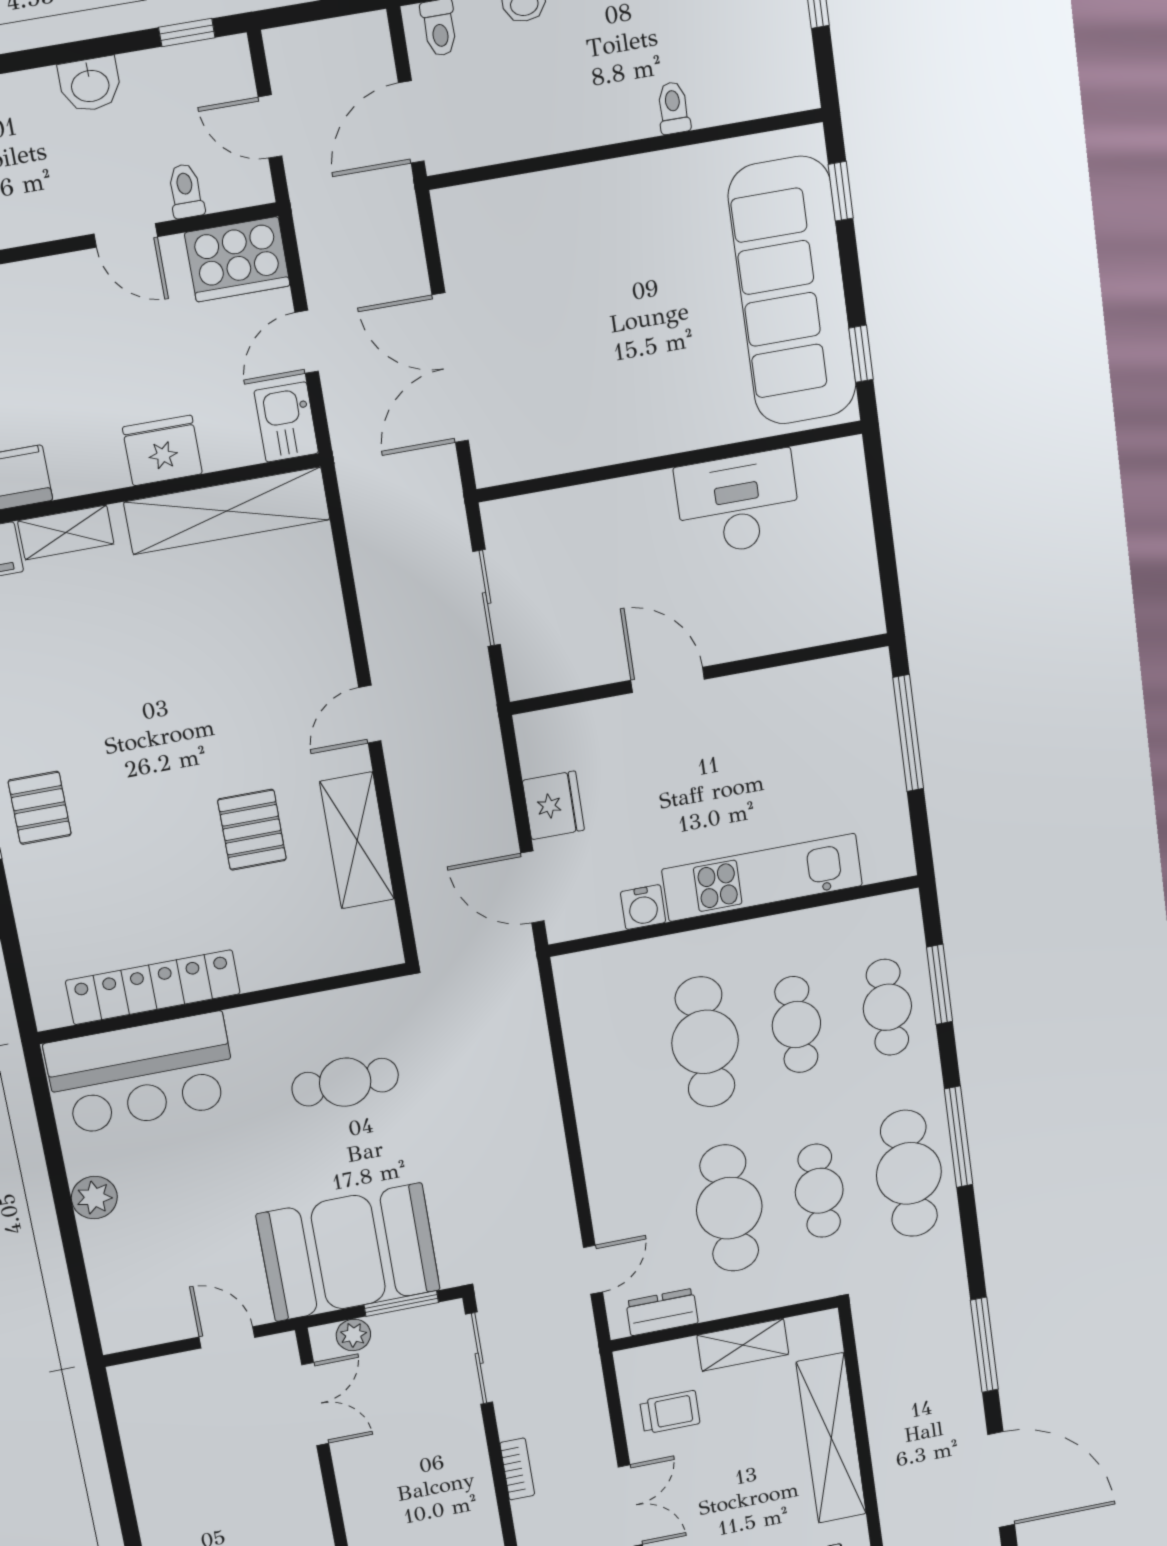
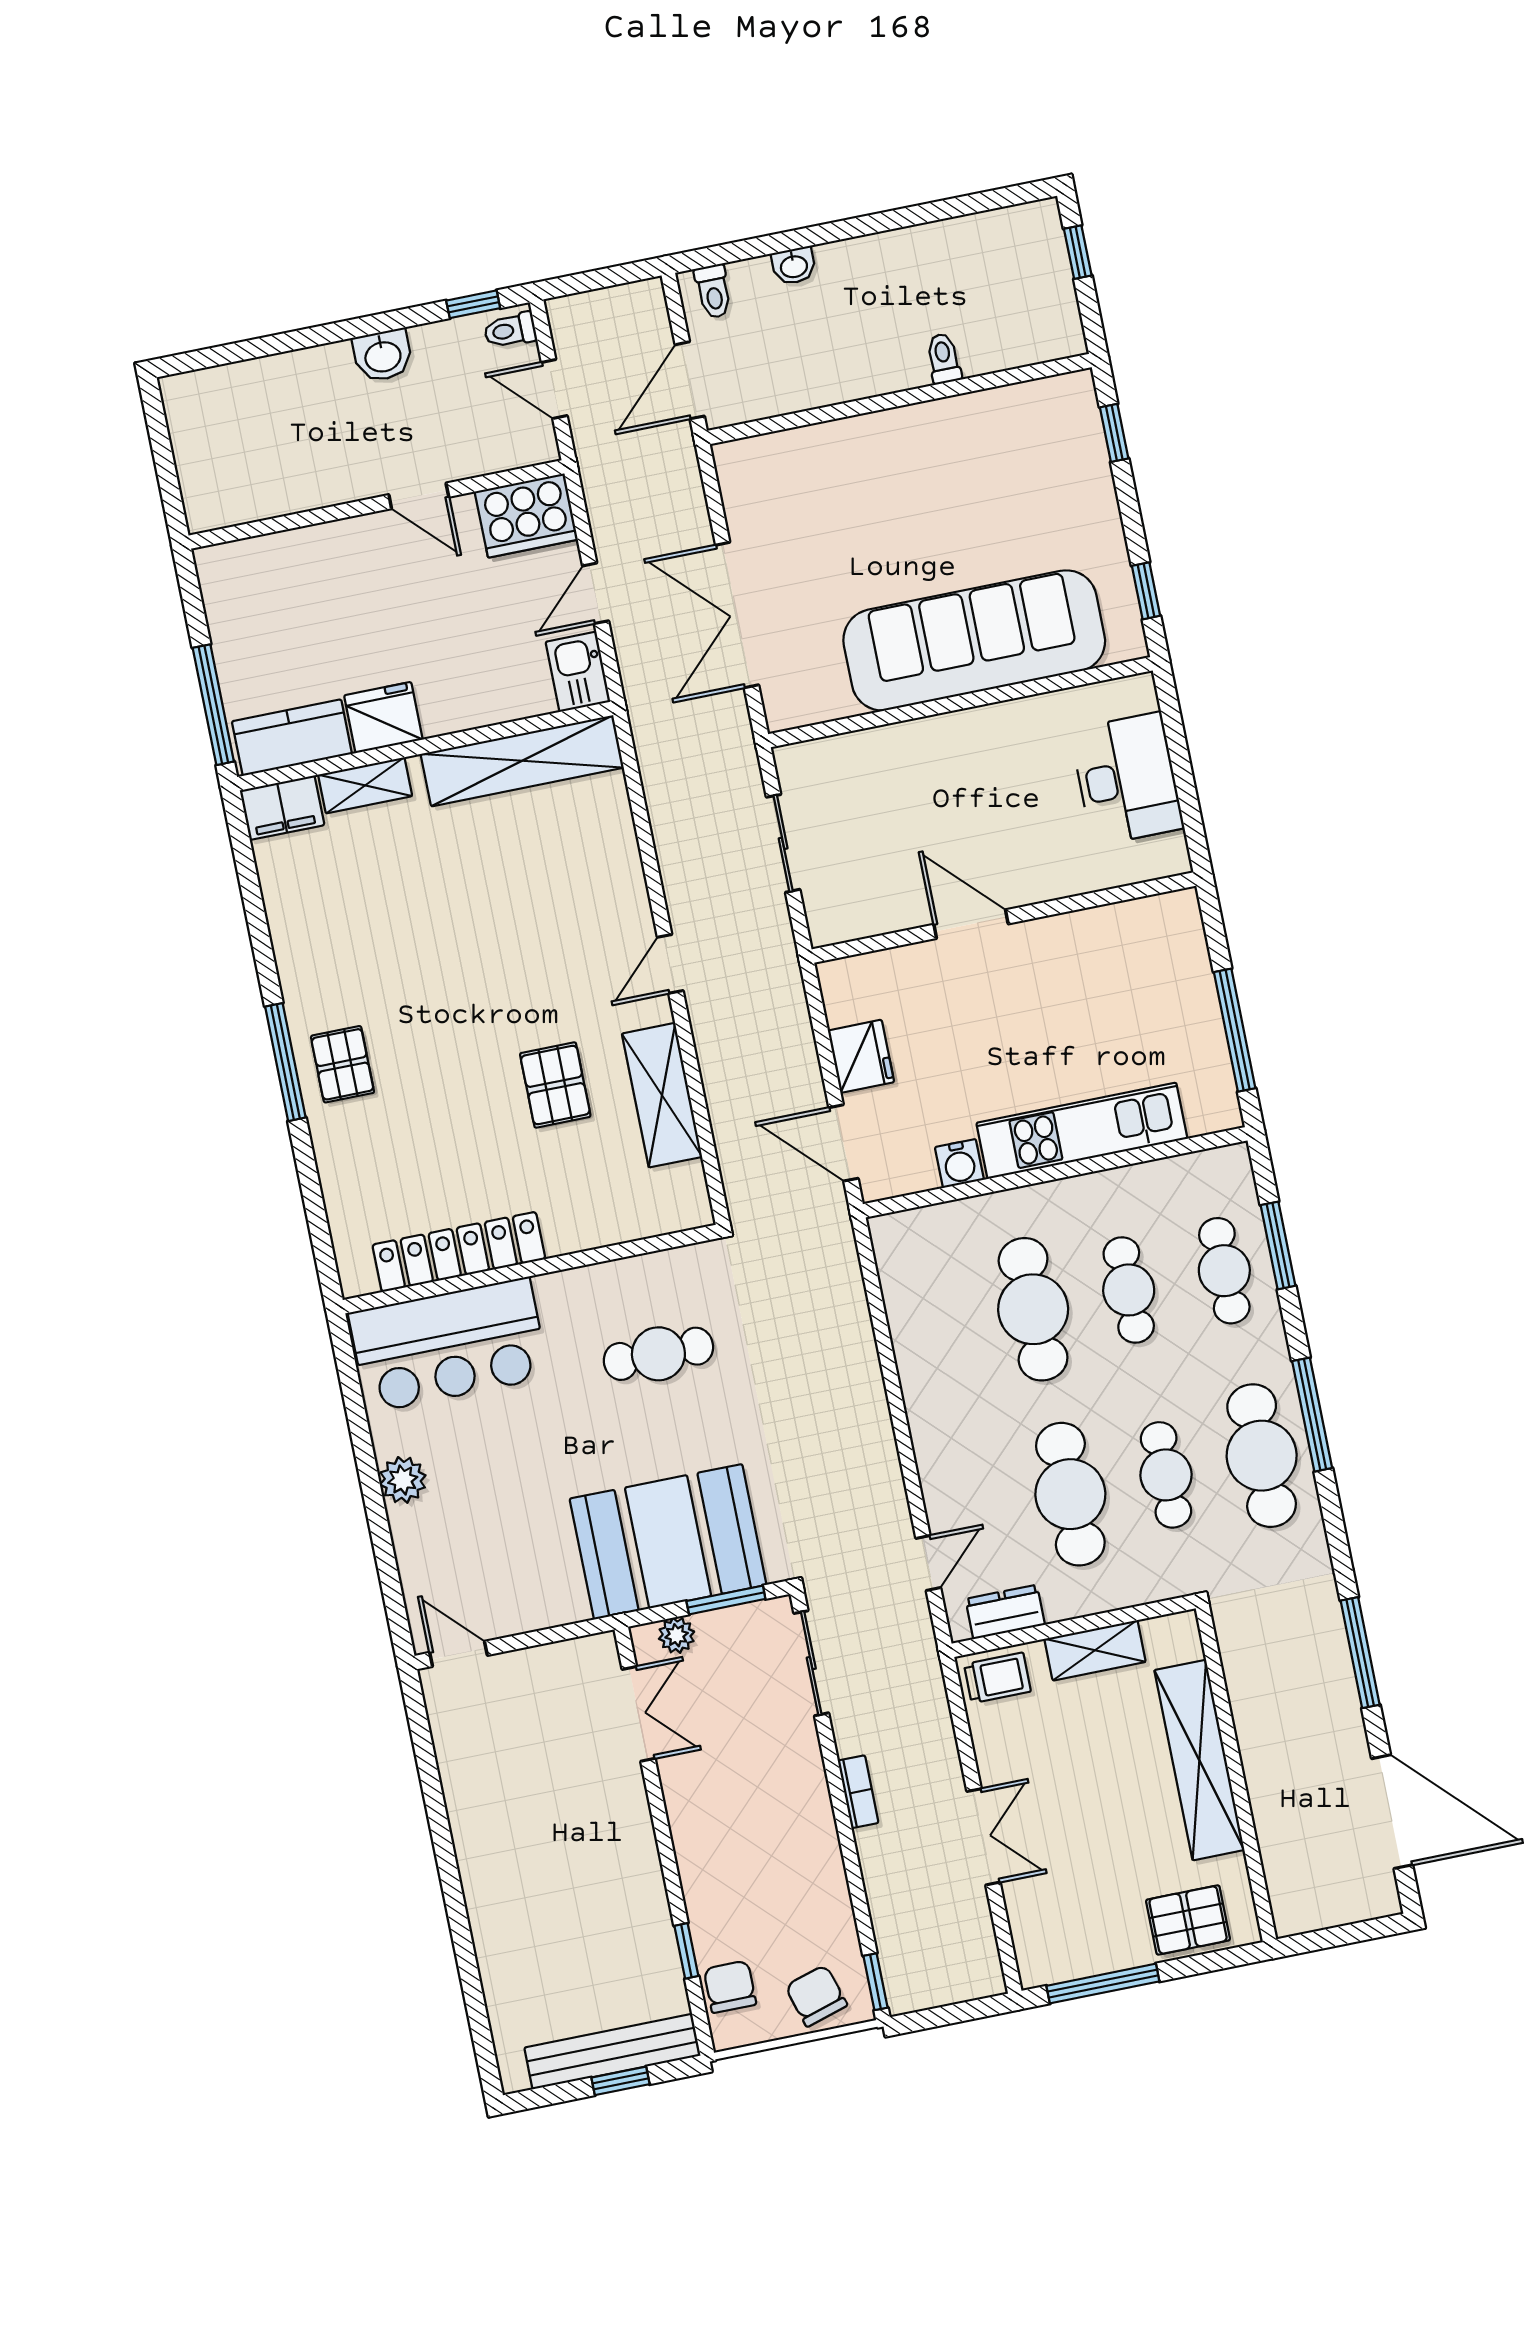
toilet: (186, 191) -> (510, 330), moved, turned -90
sofa: (792, 291) -> (974, 640), moved, turned 90
fridge: (162, 450) -> (383, 718), moved
desk: (738, 503) -> (1127, 779), moved, turned 90
window: (908, 733) -> (1235, 1030), moved
door: (227, 1337) -> (459, 1654), moved
trolley: (670, 1412) -> (997, 1678), moved

